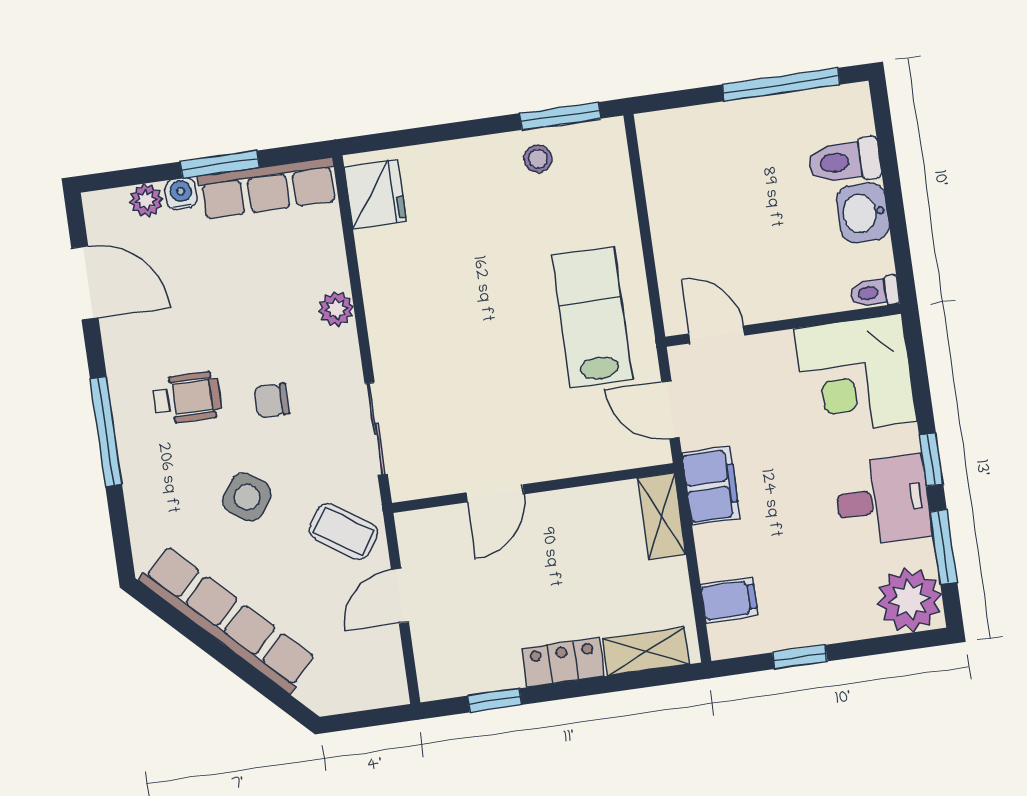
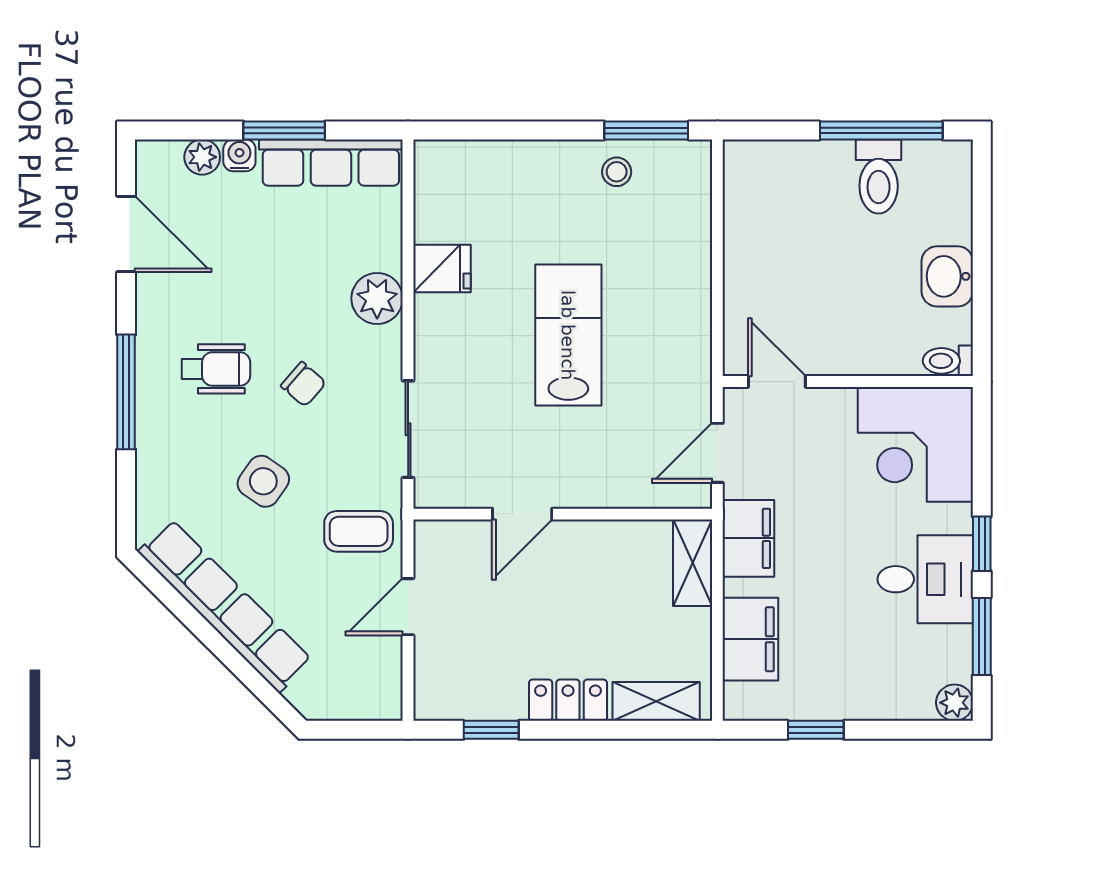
toilet: (844, 161) -> (879, 177), moved, turned -90
fridge: (375, 194) -> (442, 269), moved, width x0.72
plant: (336, 309) -> (377, 298), width x1.38, depth x1.38
lab bench: (592, 317) -> (568, 335), moved
chair: (272, 401) -> (303, 384), turned -139
door: (670, 410) -> (717, 453), hinge flipped
coffee table: (343, 531) -> (359, 531), turned -34
filing cabinet: (729, 600) -> (750, 639), width x2.00
plant: (910, 600) -> (955, 703), width x0.53, depth x0.53

